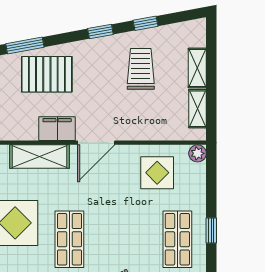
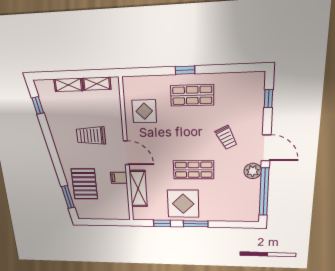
window: (145, 23) -> (38, 105), moved
window: (100, 31) -> (53, 151), removed
trolley: (141, 69) -> (91, 136), moved
filing cabinet: (57, 129) -> (119, 178), width x0.50
plant: (198, 153) -> (129, 83), removed

